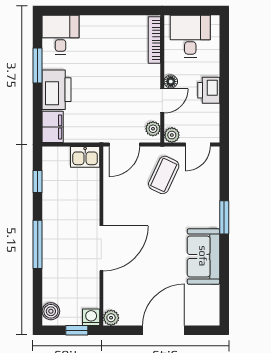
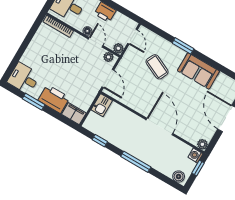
coffee table: (164, 175) -> (157, 67), moved

